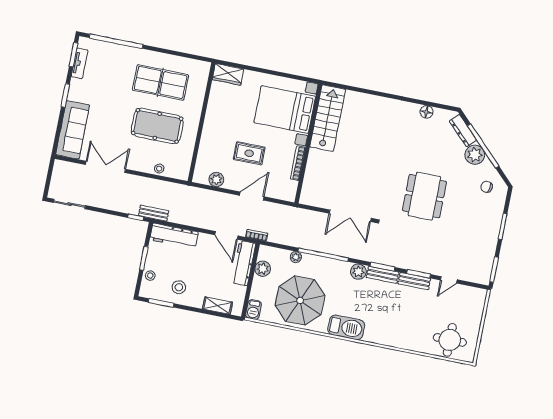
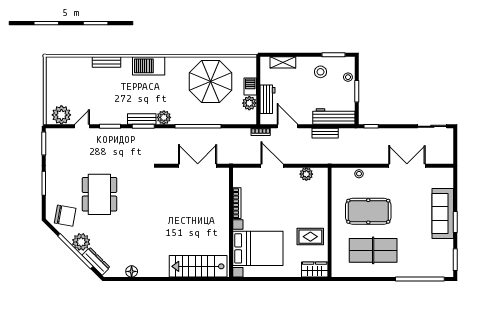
tv unit: (80, 63) -> (448, 253), removed
stairs: (328, 118) -> (198, 266), moved, turned 90
sofa: (73, 130) -> (443, 214), moved
rug: (249, 153) -> (310, 237), moved
double door: (106, 167) -> (407, 166), swing flipped
chair: (486, 187) -> (65, 216), width x1.87, depth x1.87
door: (252, 196) -> (272, 166), swing flipped
dining table: (424, 196) -> (99, 194), moved
bench: (154, 213) -> (325, 133), moved
double door: (350, 216) -> (198, 166), moved
plant: (296, 257) -> (61, 115), moved, width x1.88, depth x1.88
workbench: (243, 263) -> (267, 99), width x0.73
bench: (414, 281) -> (107, 62), moved
barbecue: (254, 310) -> (250, 87), moved
barbecue: (346, 327) -> (149, 66), moved
round table: (450, 340) -> (71, 73), removed

